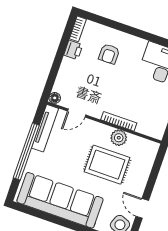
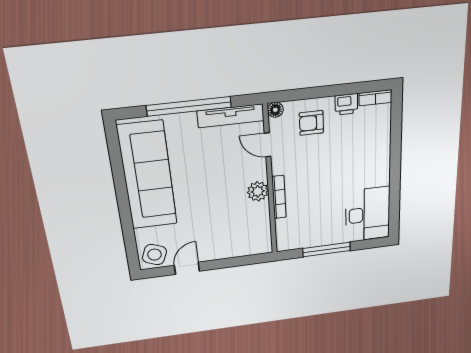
armchair: (109, 54) -> (311, 123), moved
plant: (119, 138) -> (258, 191), moved
rug: (107, 165) -> (220, 208), removed

